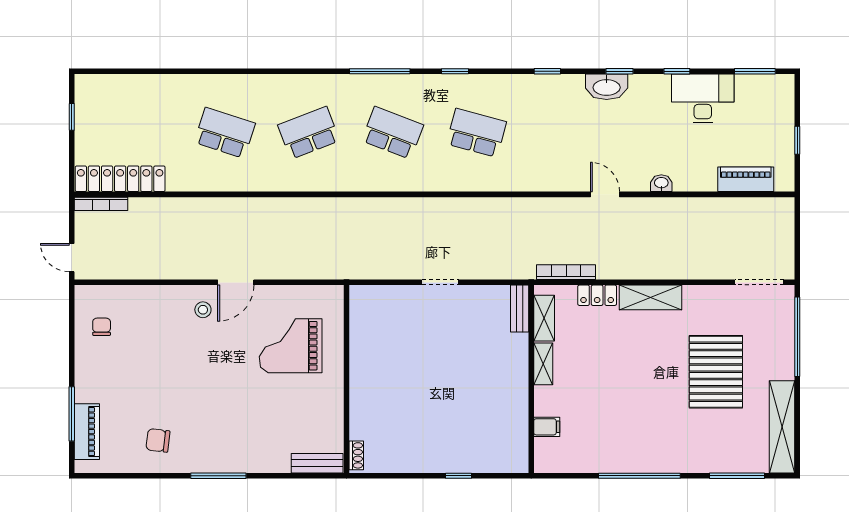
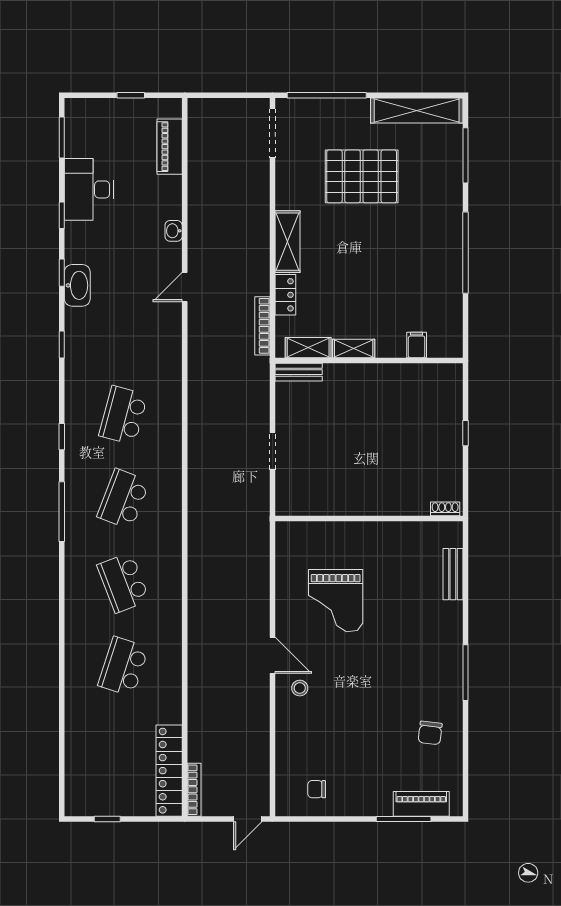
wall: (347, 379) -> (369, 519), moved
shoe rack: (356, 455) -> (445, 509), moved

